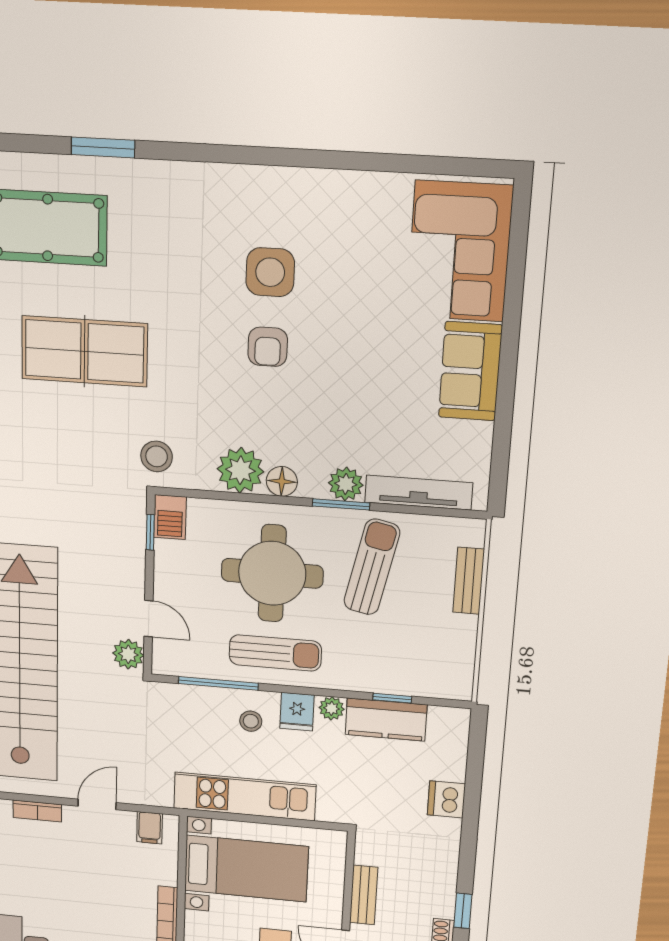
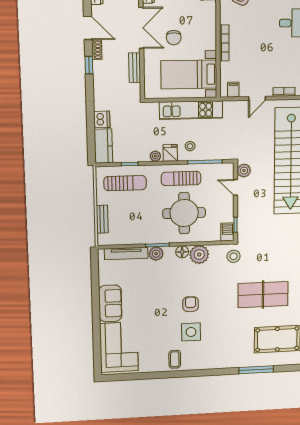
window: (103, 147) -> (256, 370), width x1.44
coffee table: (317, 201) -> (175, 359), added
sun lounger: (372, 567) -> (125, 183), moved, turned -102
kitchen counter: (386, 720) -> (103, 146), moved, turned 90

